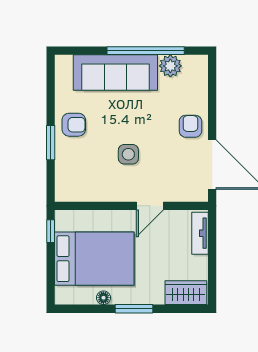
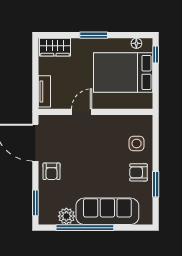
window: (212, 84) -> (35, 203), added
window: (51, 143) -> (156, 184), moved
side table: (128, 154) -> (137, 144), moved
window: (51, 231) -> (156, 54), moved
floor lamp: (103, 298) -> (136, 43), moved

